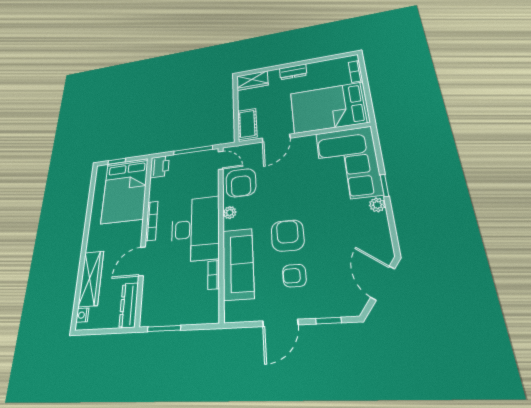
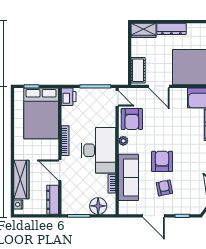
dresser: (293, 72) -> (171, 29), width x1.44
door: (276, 138) -> (159, 86), hinge flipped
door: (142, 261) -> (60, 170), hinge flipped
armchair: (294, 276) -> (164, 188), turned 79
floor lamp: (193, 311) -> (98, 206), added
door: (280, 323) -> (154, 216), hinge flipped

